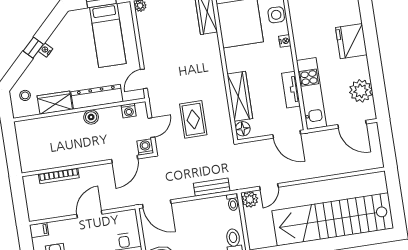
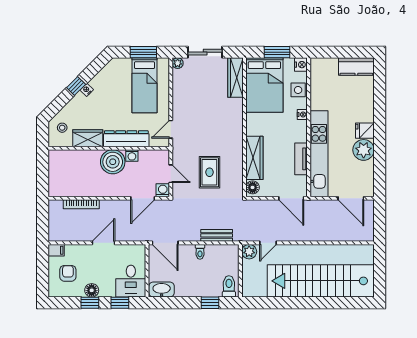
fridge: (351, 41) -> (365, 131), width x0.53, depth x0.75
plant: (361, 91) -> (364, 150), moved
kitchen unit: (311, 94) -> (319, 154), width x1.36
washing machine: (129, 111) -> (132, 156), moved
boiler: (91, 117) -> (113, 162), width x1.86, depth x1.86
door: (151, 128) -> (171, 174), hinge flipped
toilet: (233, 202) -> (200, 252), moved

